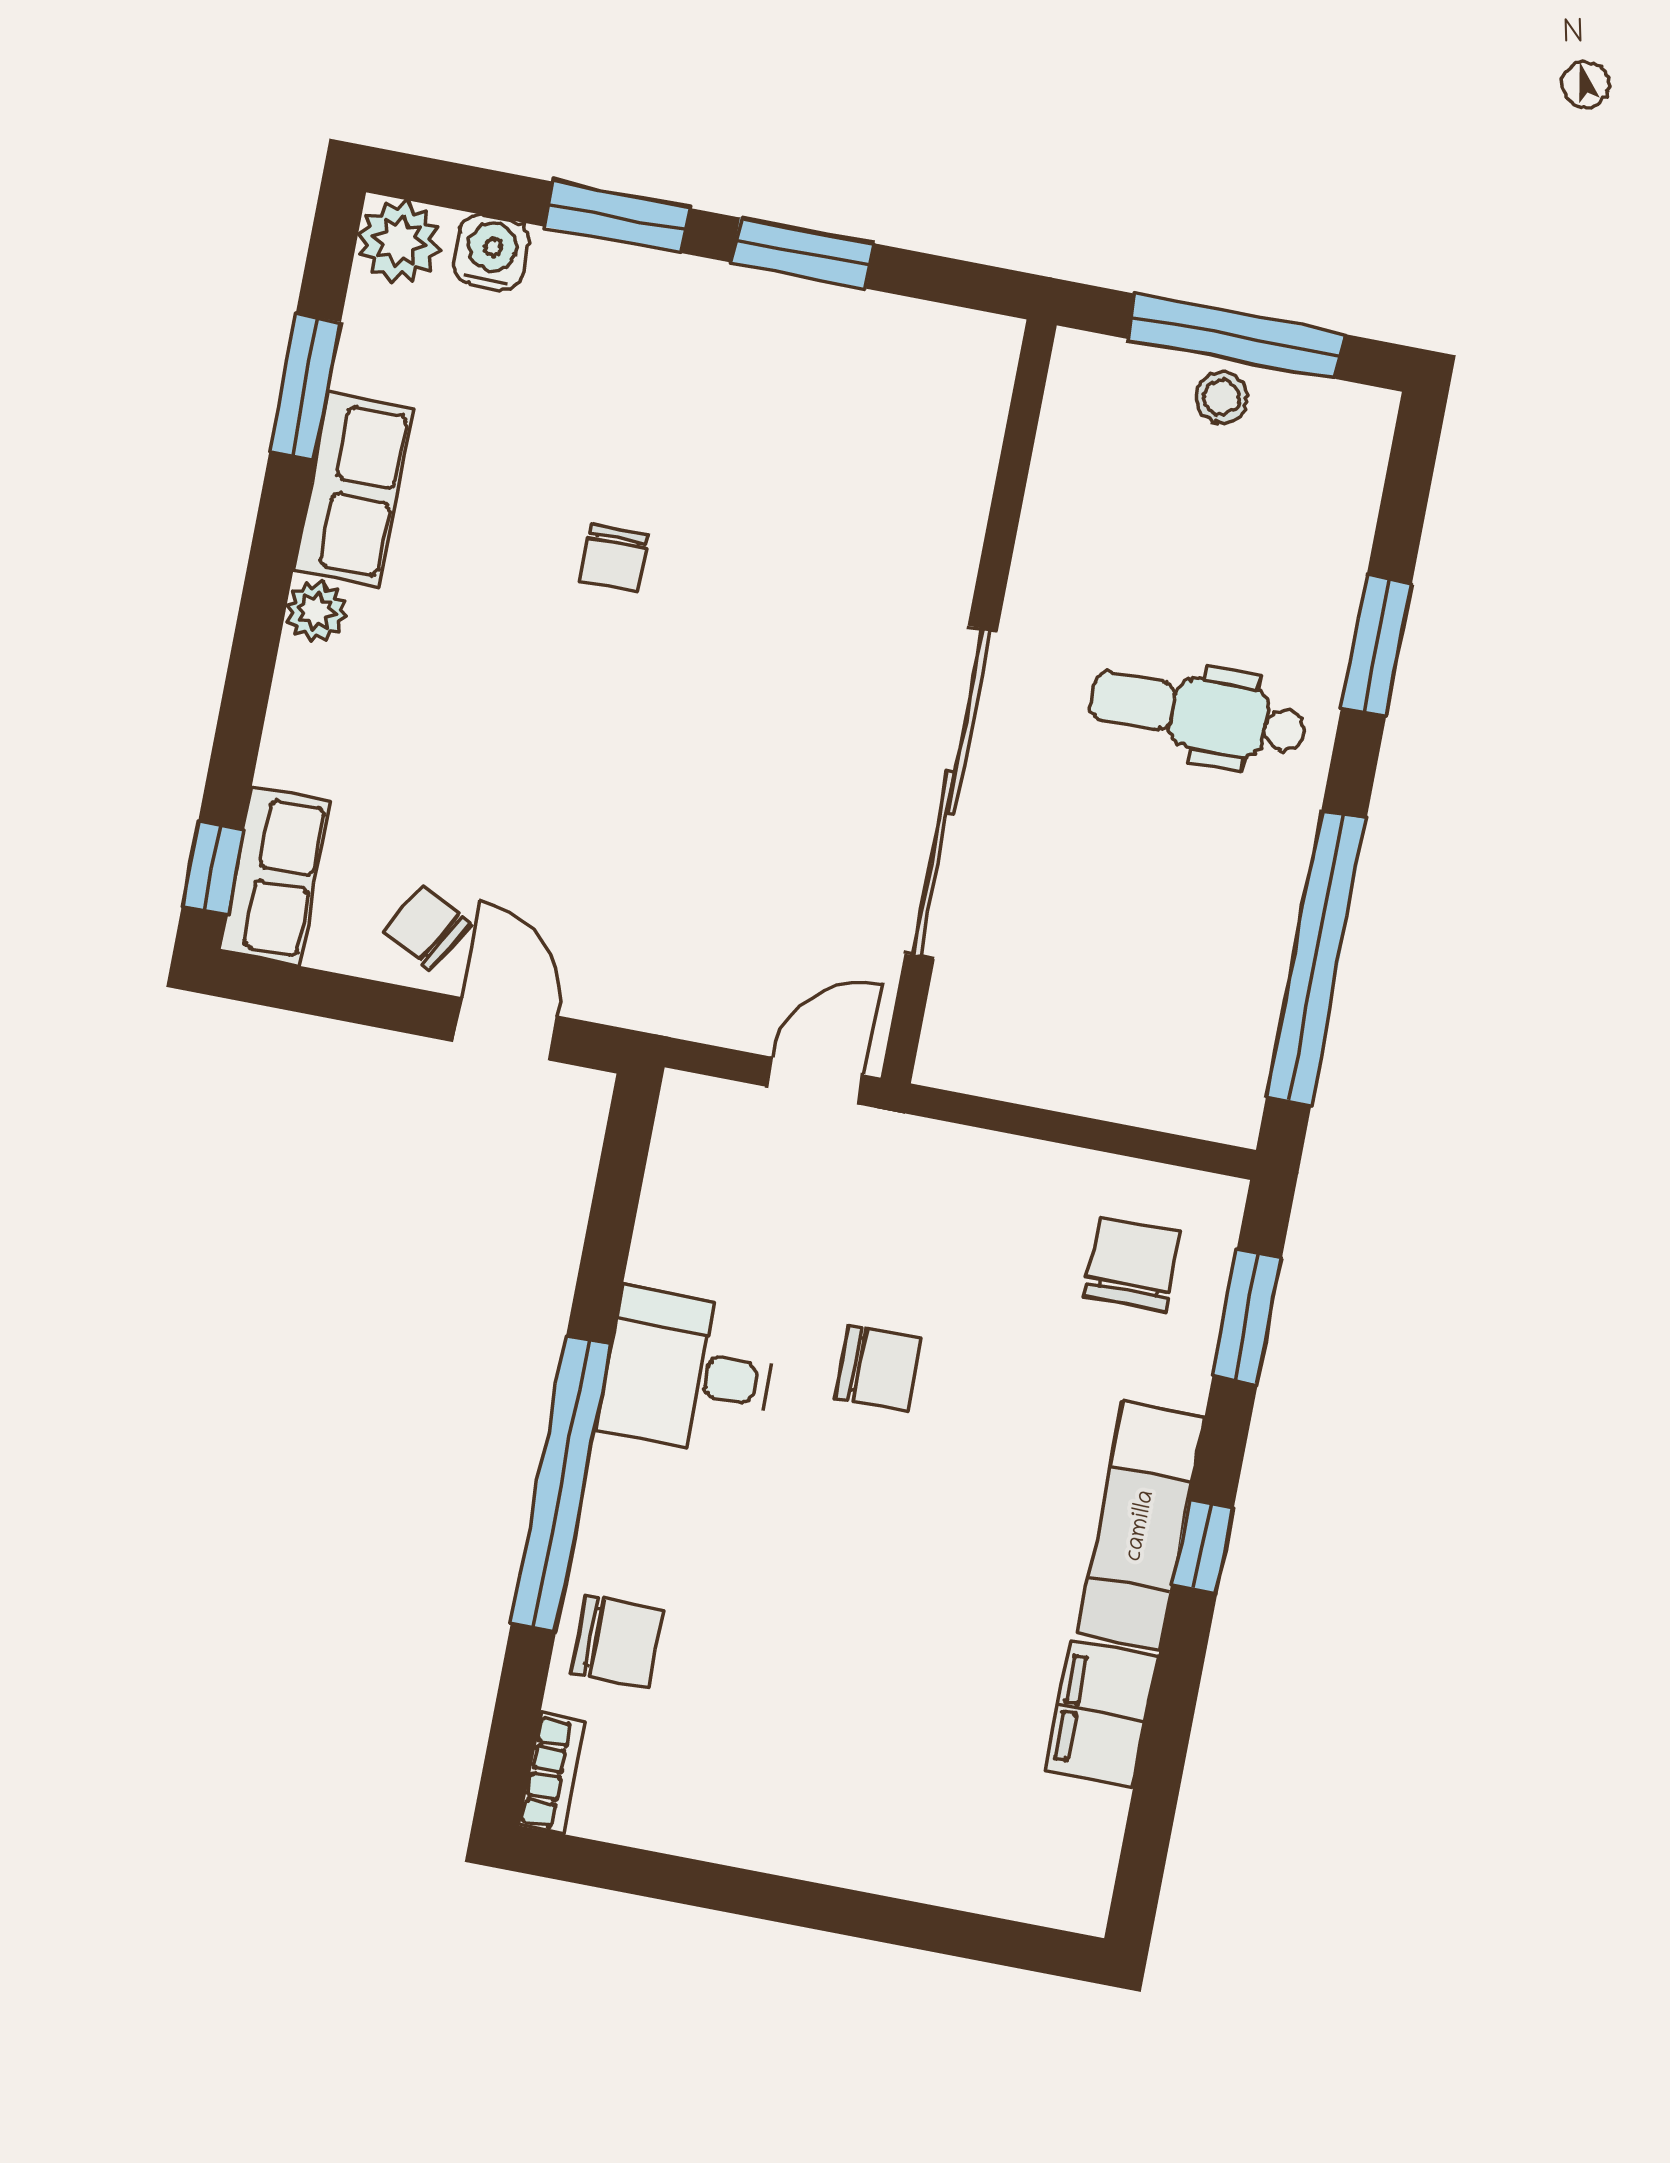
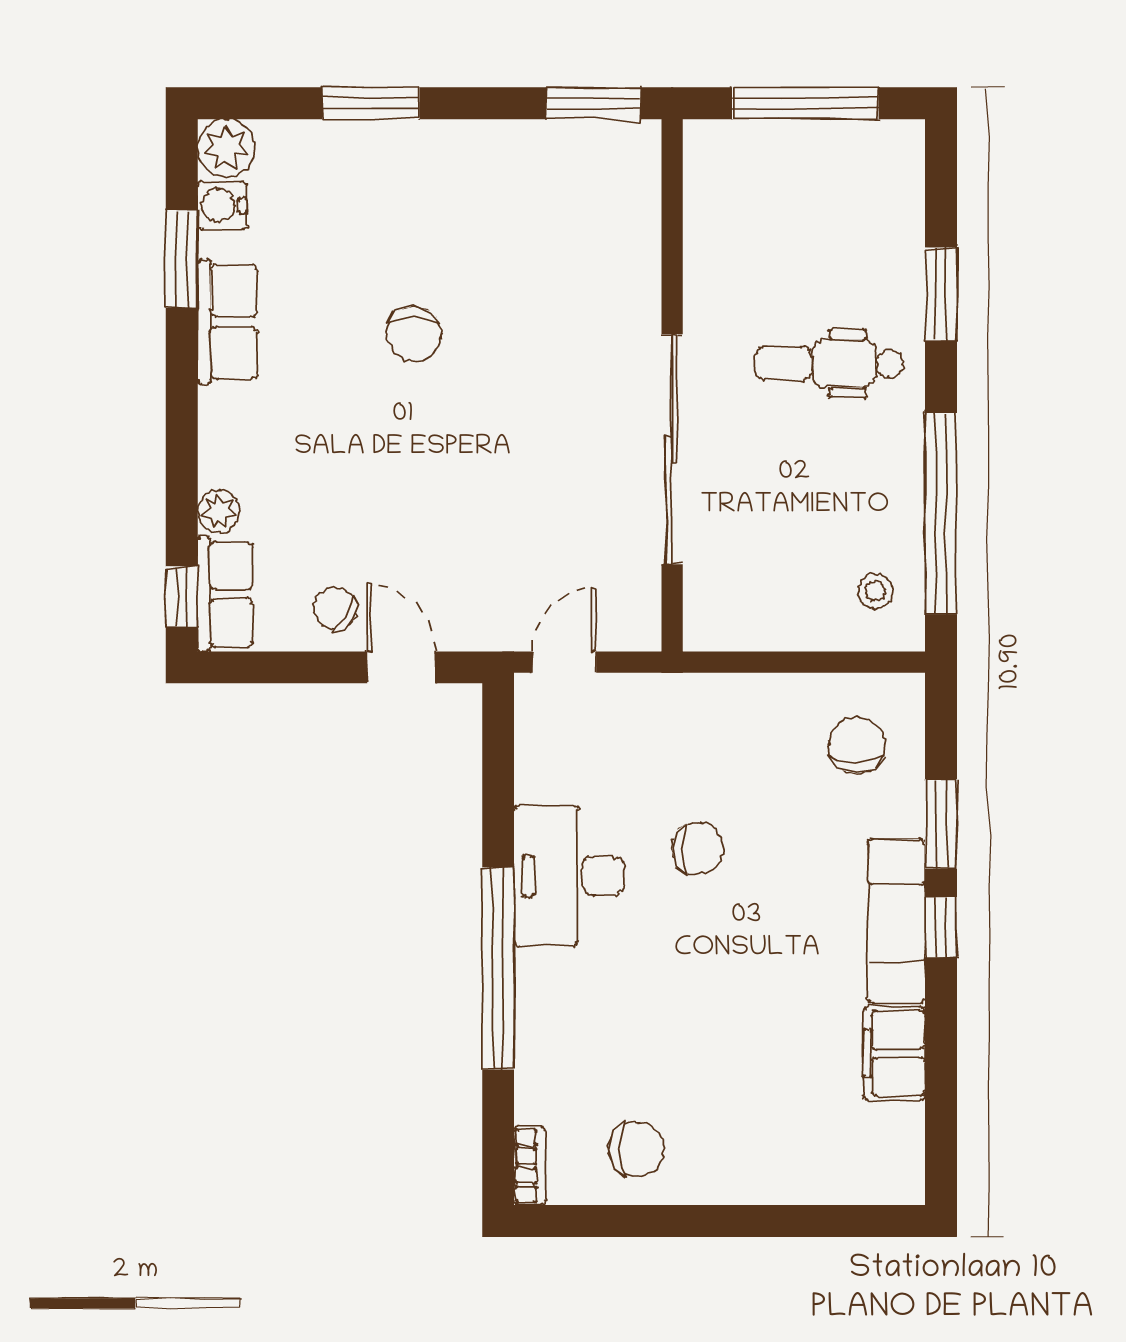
water cooler: (492, 253) -> (222, 205), moved, turned -90
window: (803, 253) -> (593, 103), moved
stool: (1222, 398) -> (875, 591), moved
chair: (614, 558) -> (414, 334), width x1.37, depth x1.37
plant: (316, 611) -> (219, 511), moved
door: (815, 1081) -> (565, 662), moved
window: (1247, 1317) -> (941, 824), moved
desk: (688, 1372) -> (569, 876), width x1.37
chair: (617, 1642) -> (636, 1149), moved

